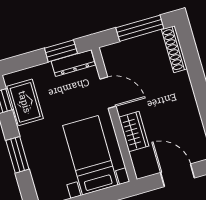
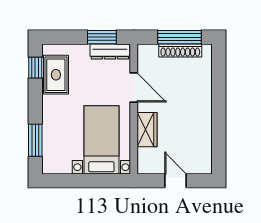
shoe rack: (174, 49) -> (180, 50), moved, turned -90
window: (17, 155) -> (35, 140), moved
door: (178, 175) -> (175, 181), width x0.73

